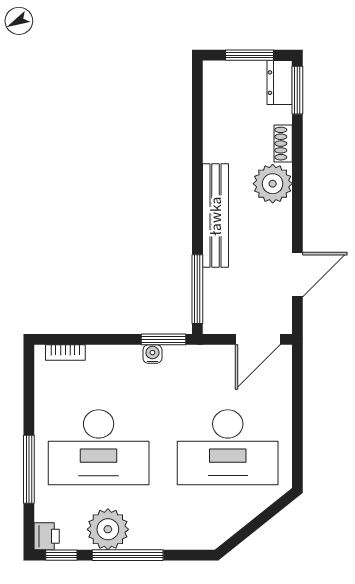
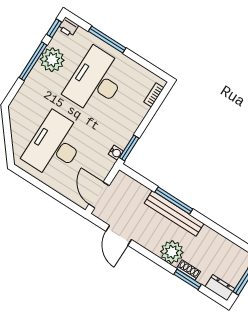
window: (297, 90) -> (188, 279), moved
window: (197, 289) -> (174, 200), moved
water cooler: (152, 354) -> (116, 153), moved

